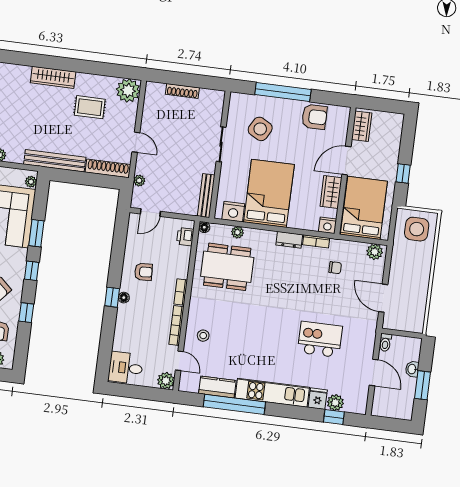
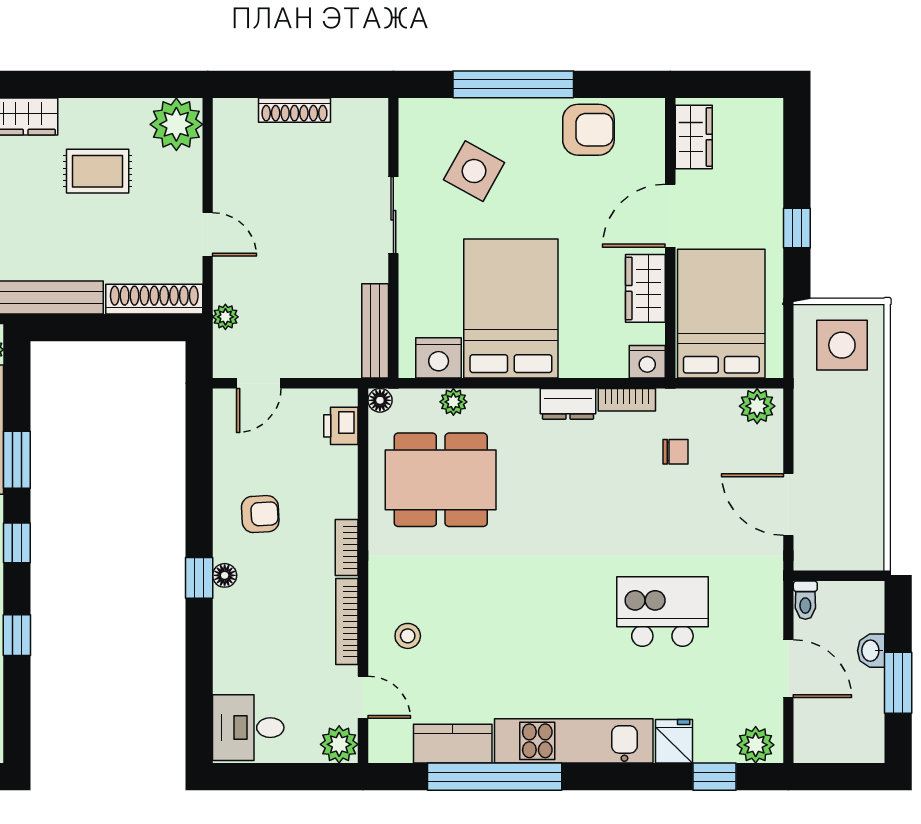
plant: (335, 403) -> (756, 745), moved

